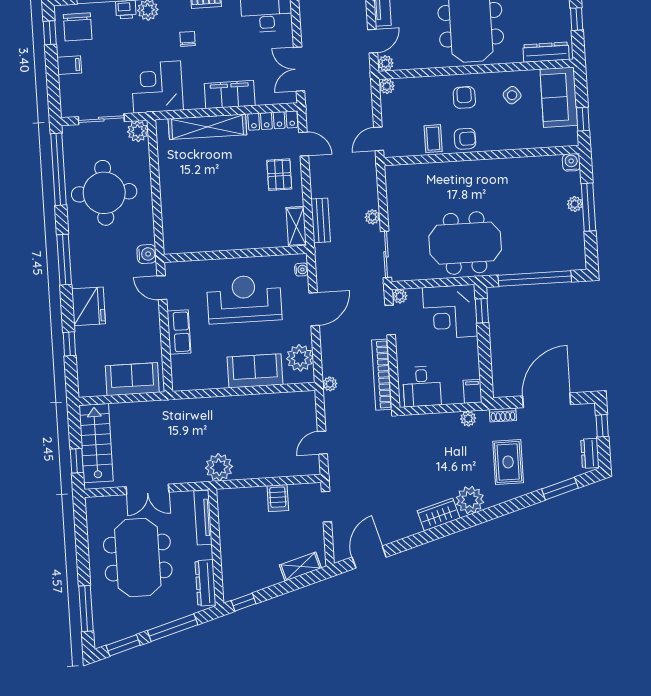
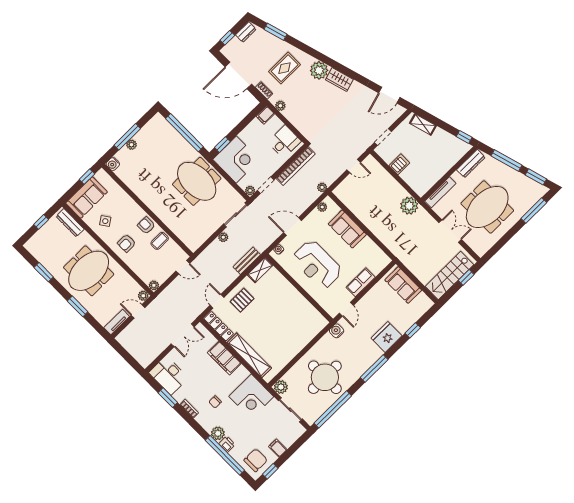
plant: (300, 358) -> (322, 207), width x0.53, depth x0.53

